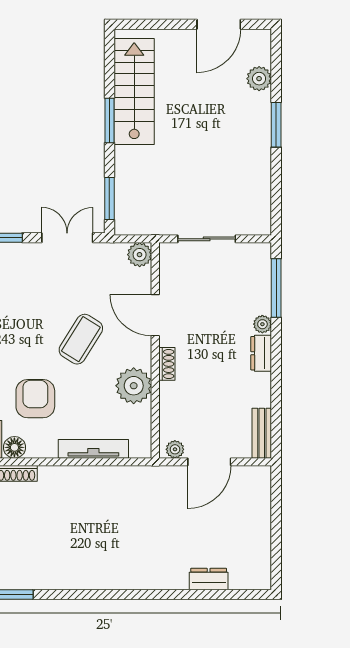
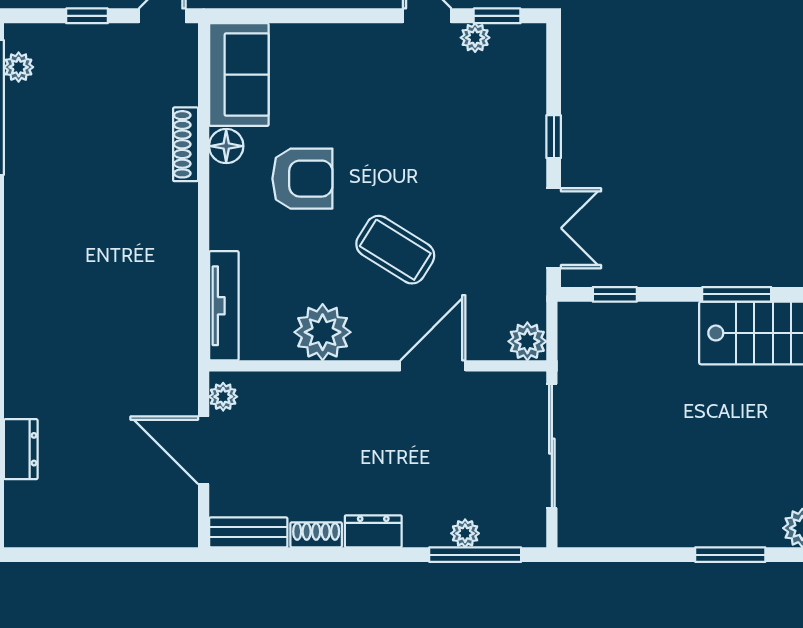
window: (109, 199) -> (615, 294), width x0.67
sliding door: (207, 239) -> (552, 446), width x1.37
plant: (262, 324) -> (465, 533), moved
shoe rack: (167, 364) -> (316, 535), moved, turned 180
tv unit: (93, 449) -> (224, 306), moved

